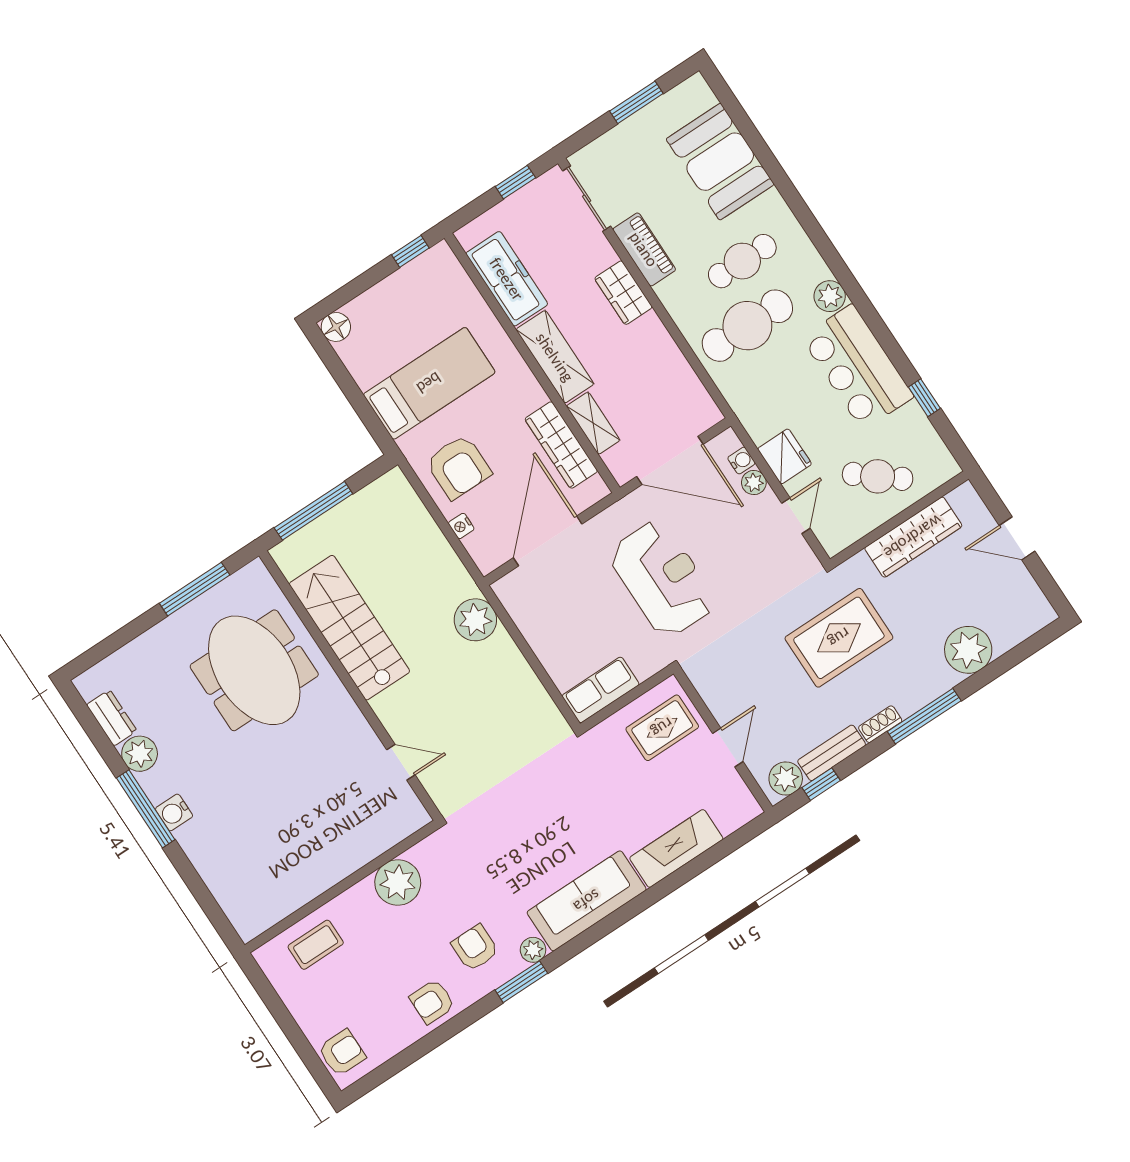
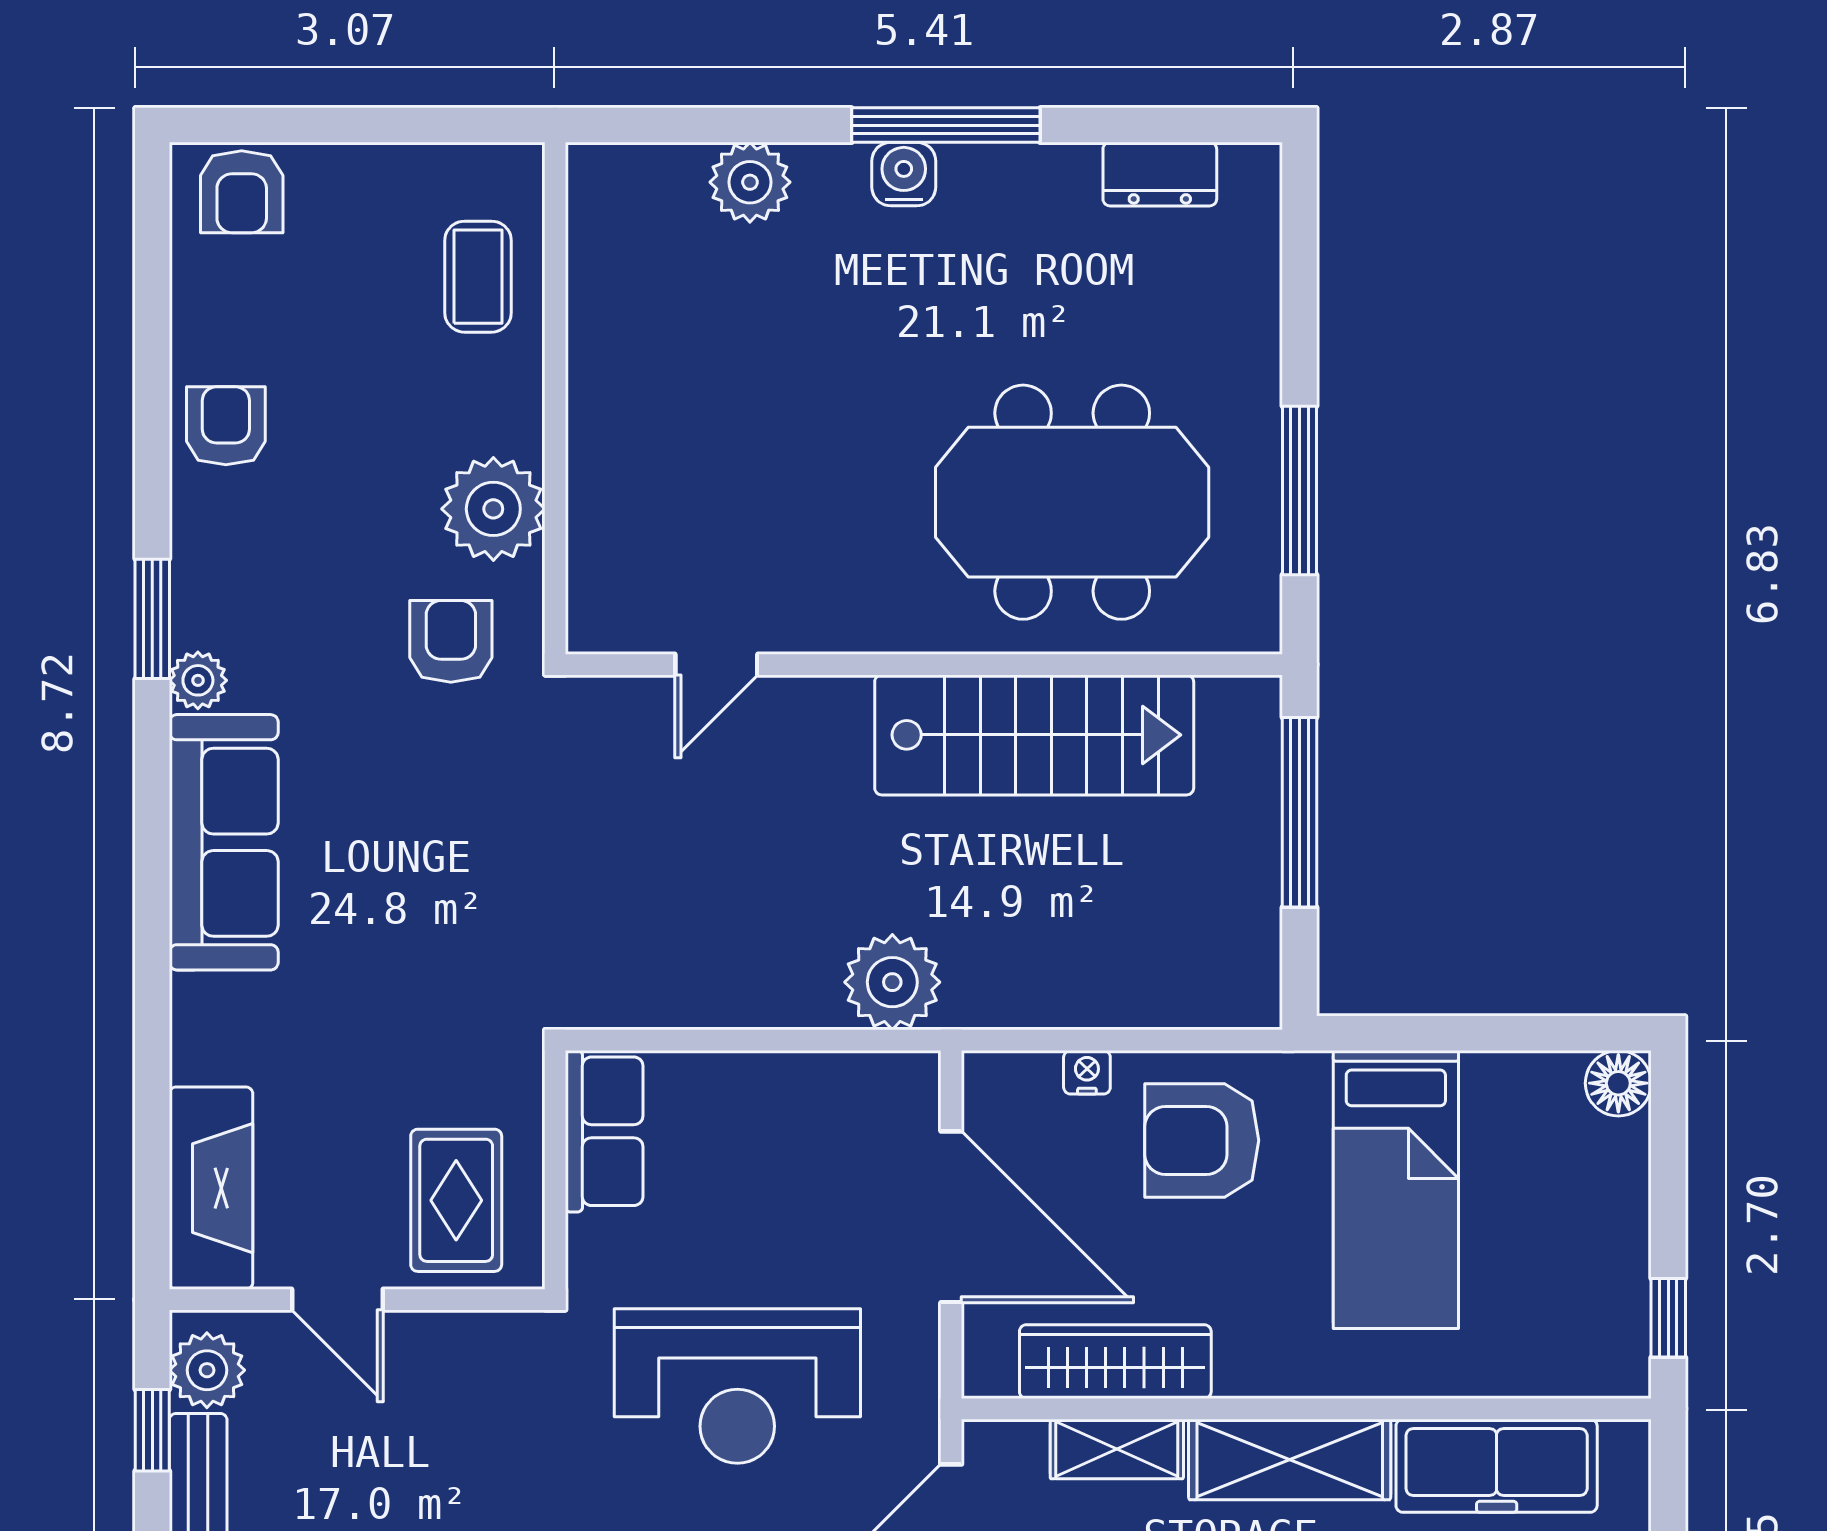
plant: (140, 754) -> (750, 182), moved
fireplace: (676, 848) -> (211, 1188), moved
armchair: (475, 948) -> (451, 641), moved, turned -90

